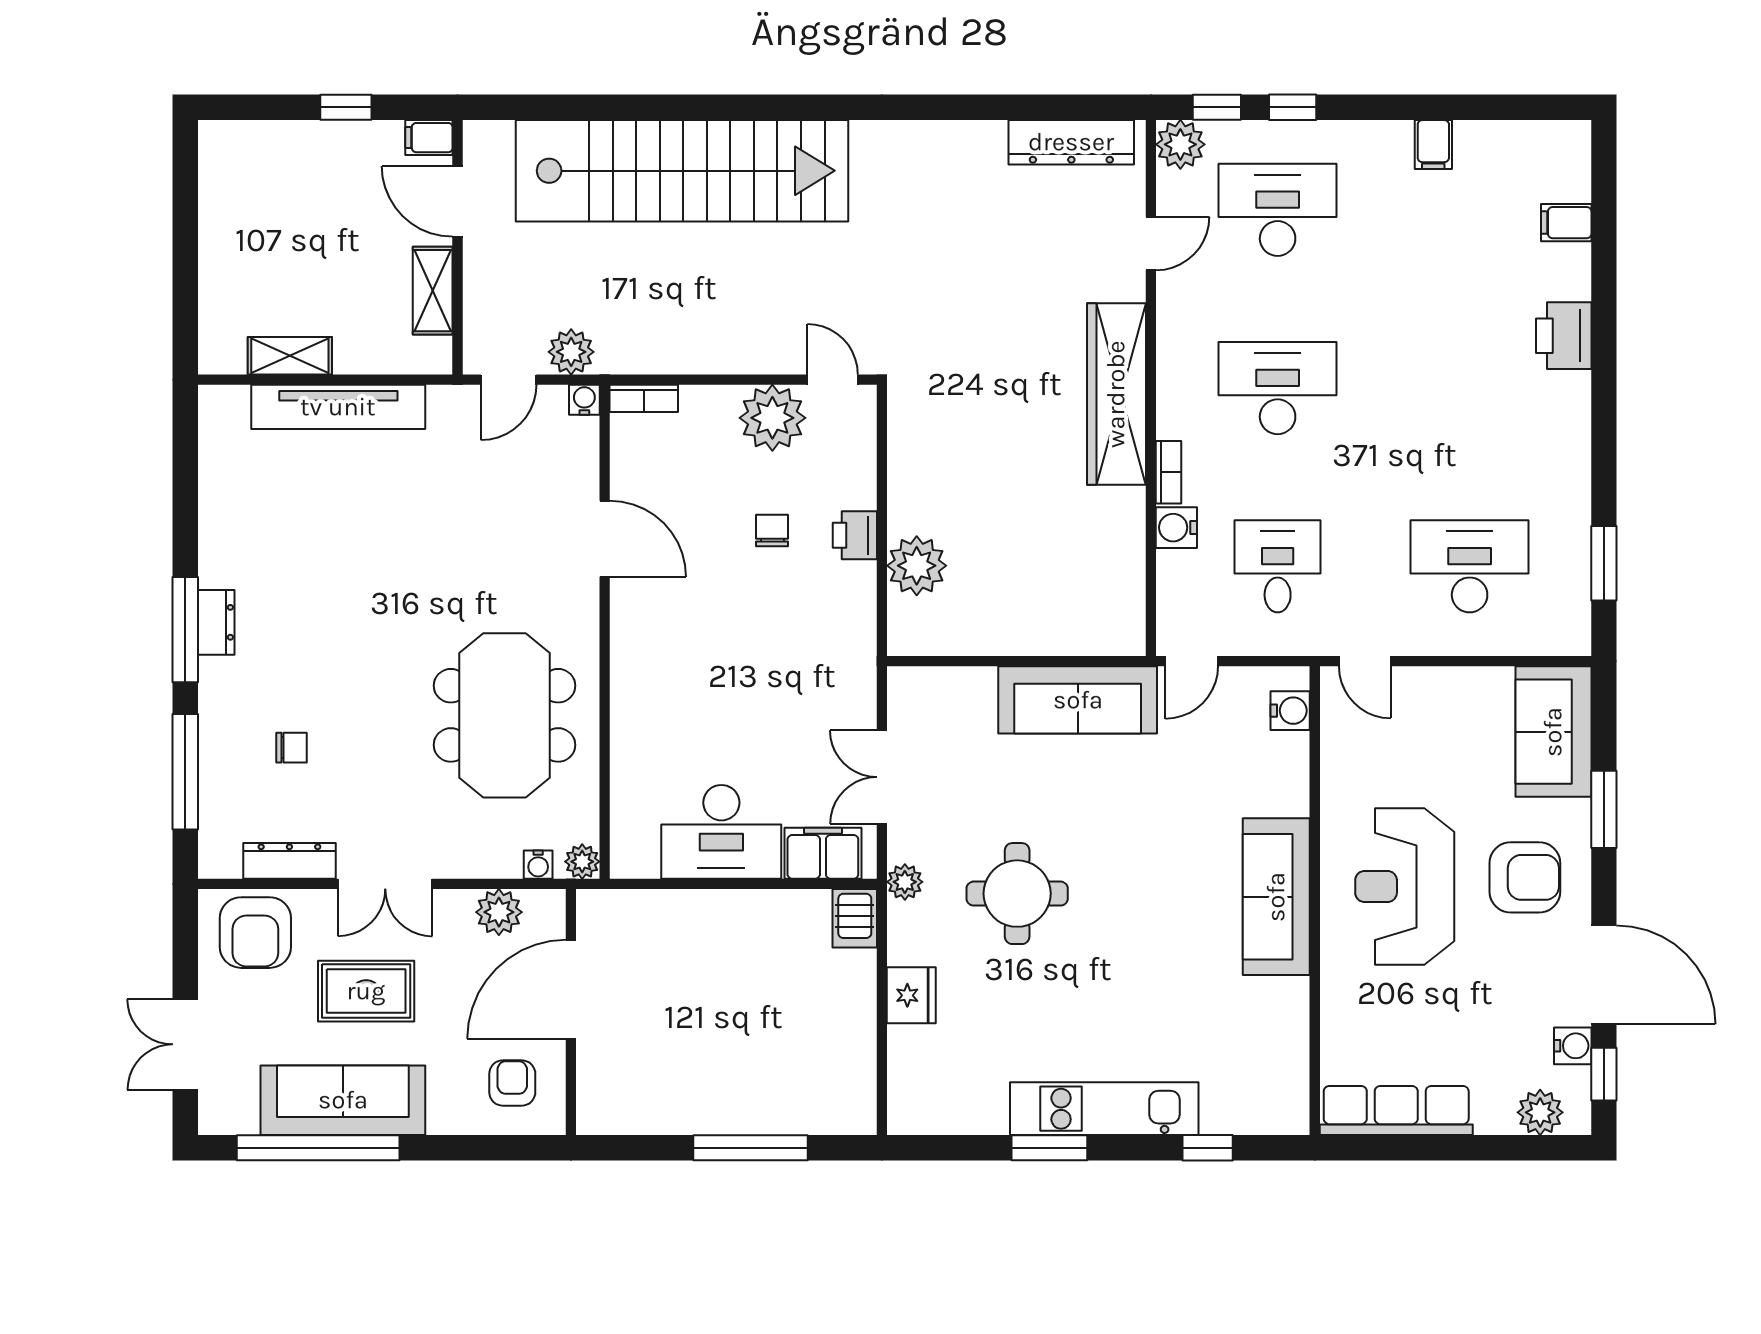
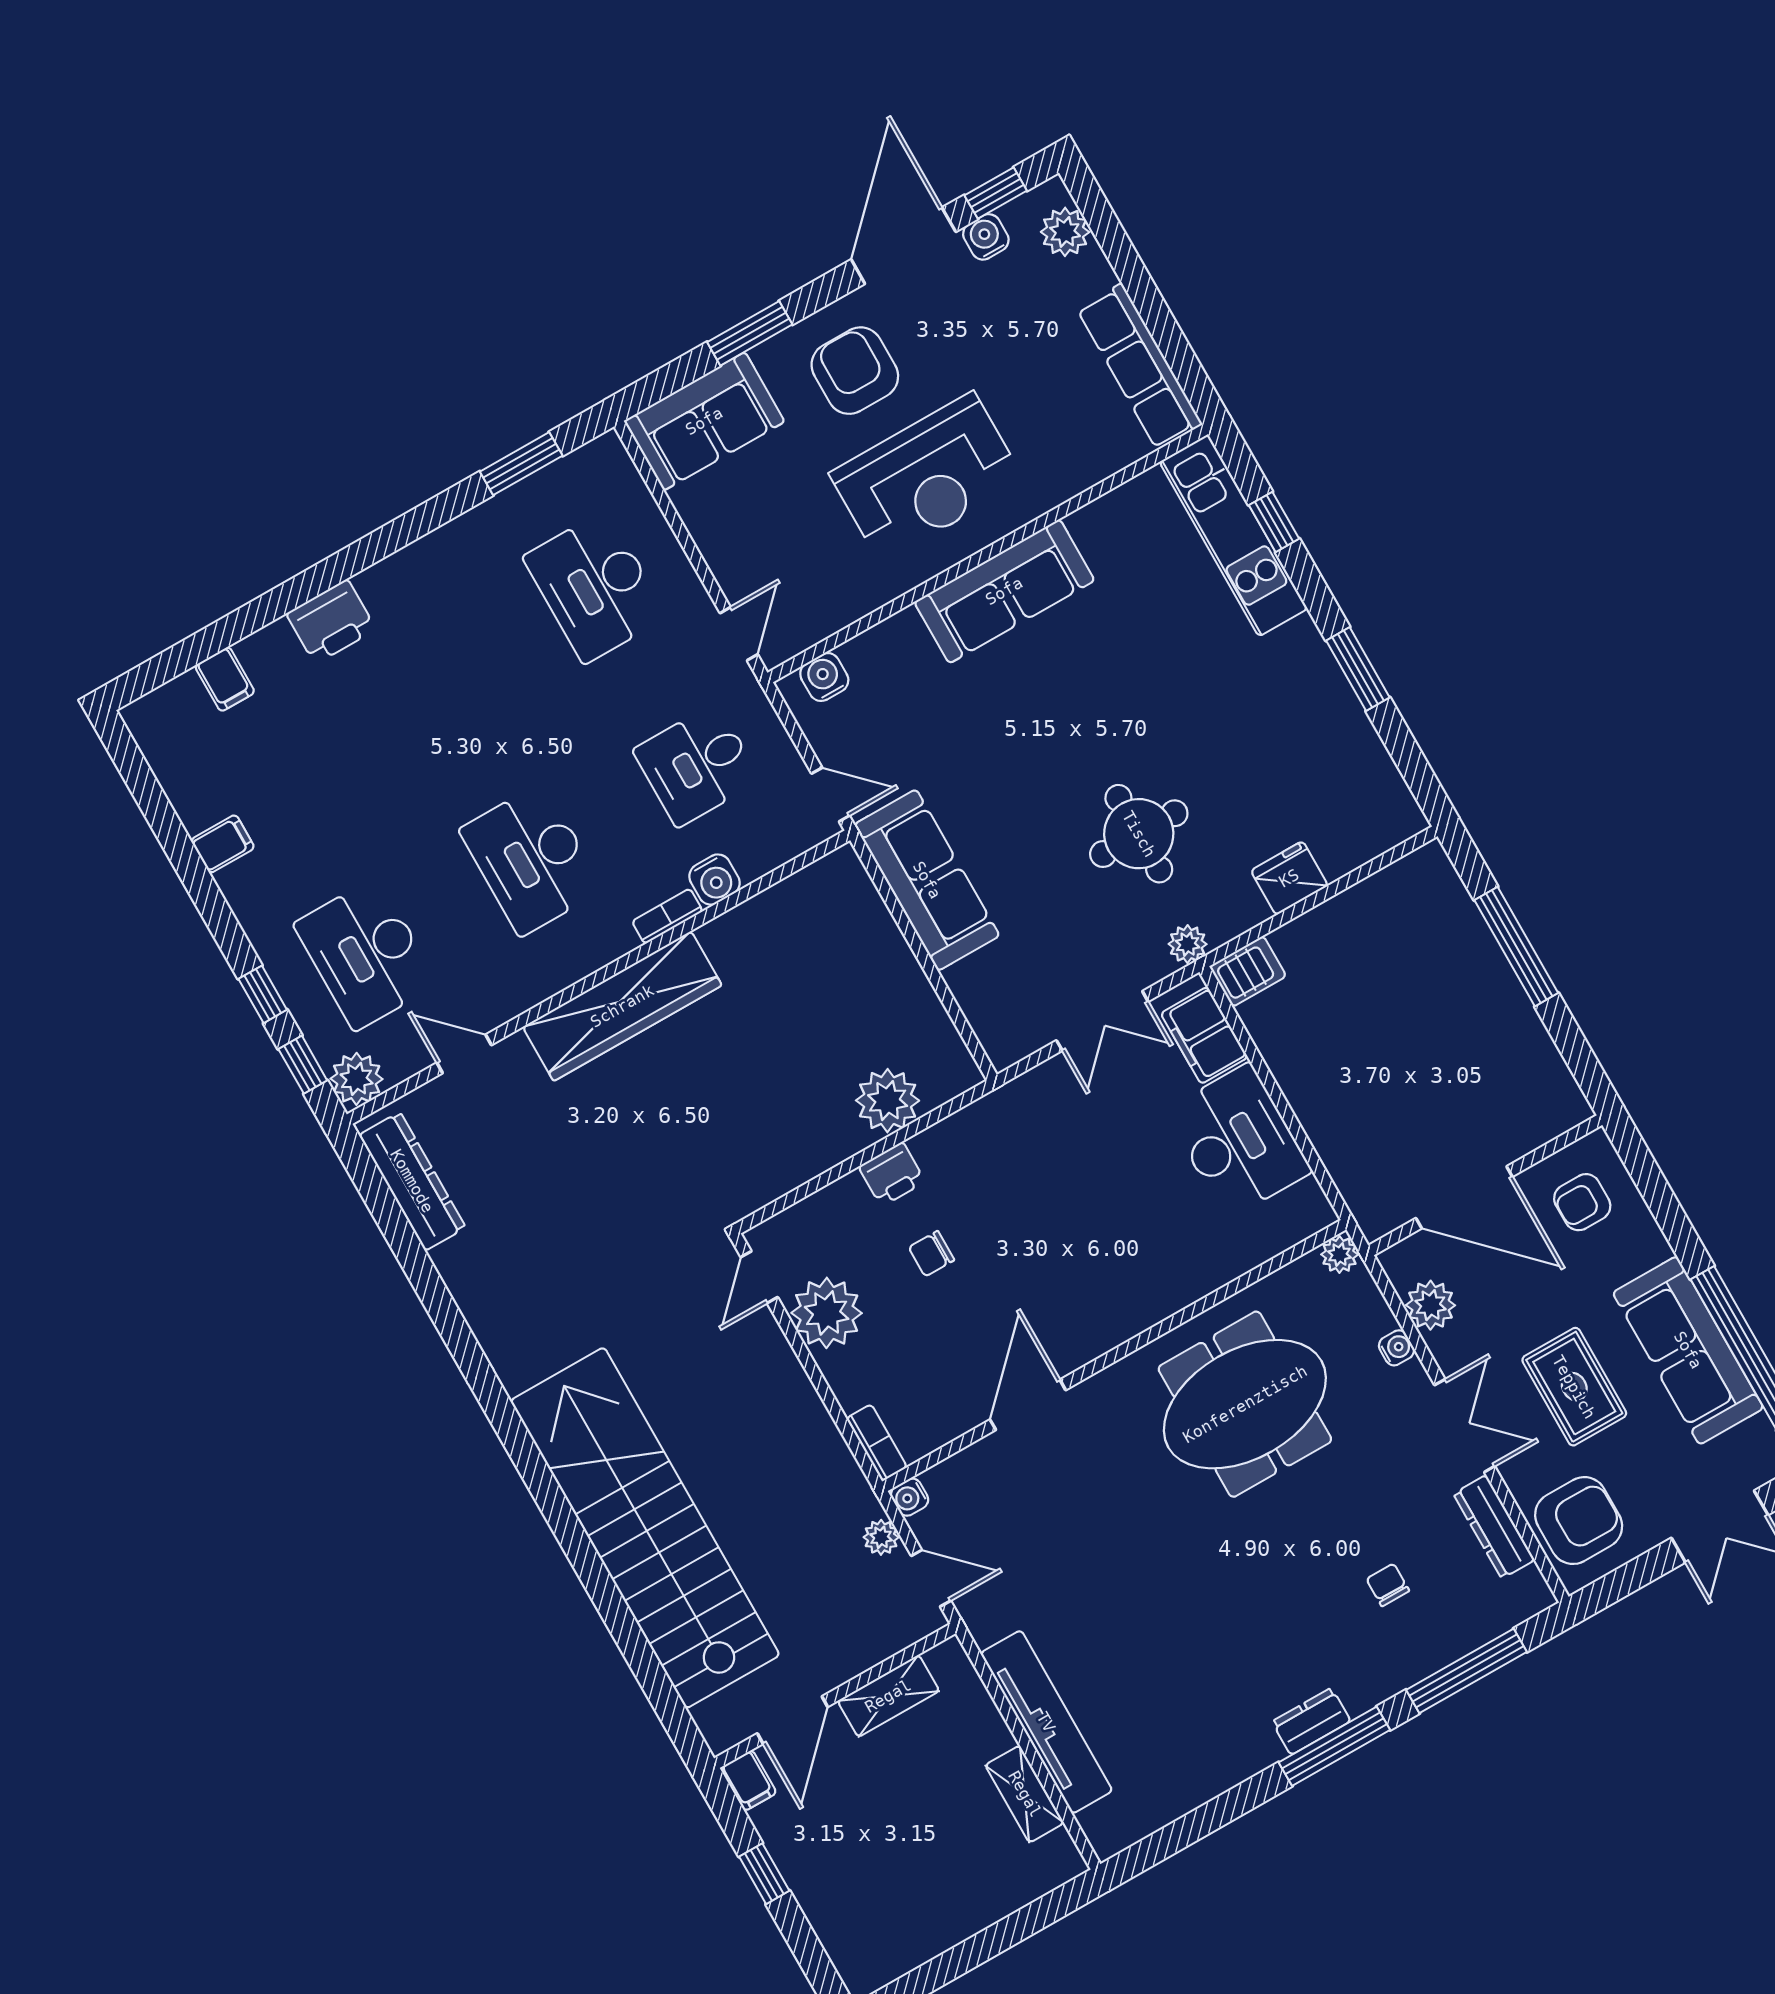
plant: (571, 352) -> (881, 1537), width x0.73, depth x0.73
water cooler: (538, 865) -> (1396, 1348), moved
kitchen unit: (1104, 1109) -> (1234, 535), moved

